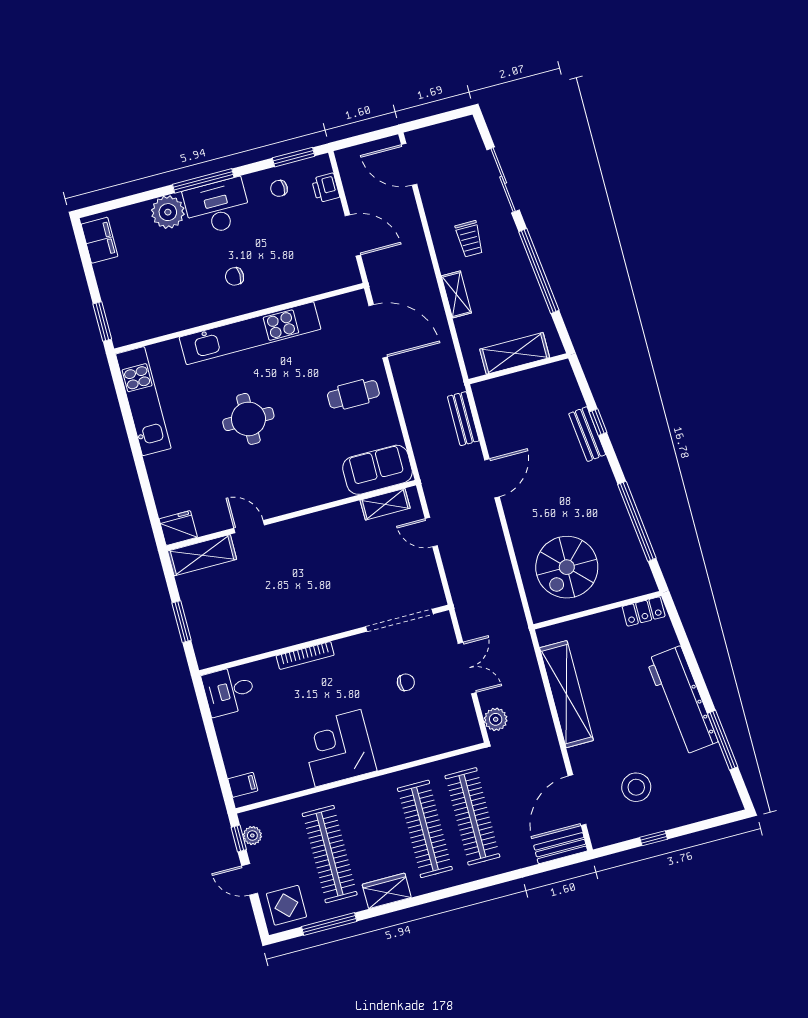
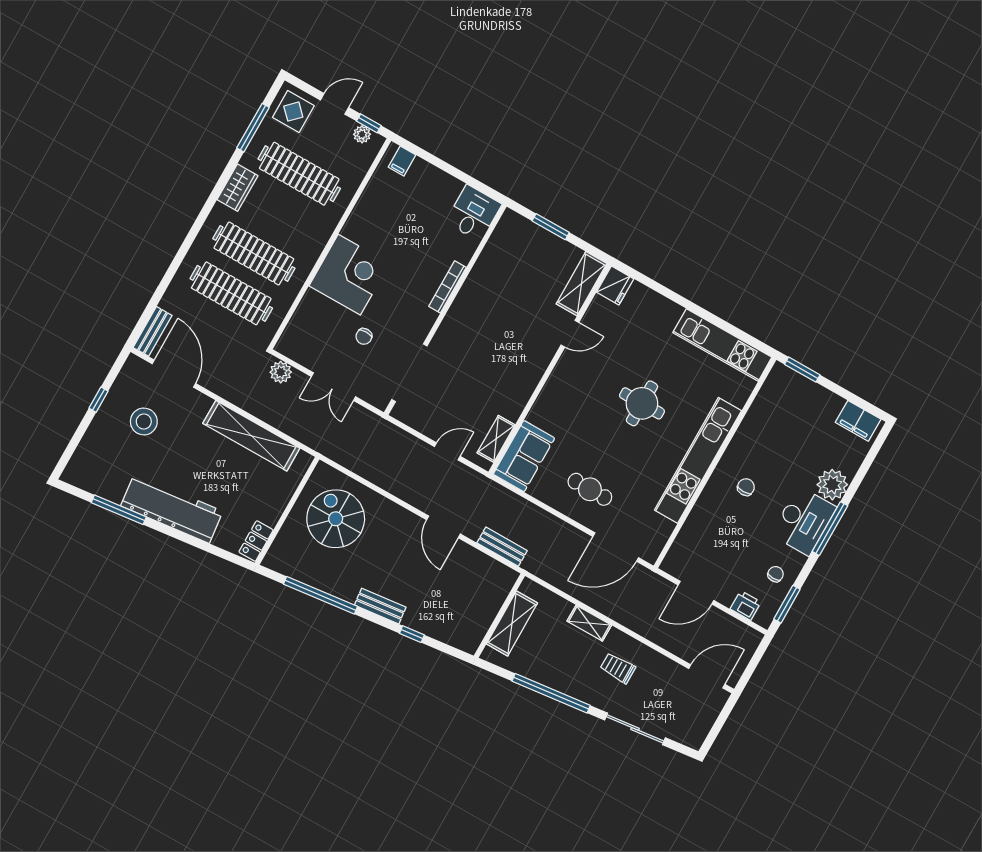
cafe table: (353, 394) -> (590, 489), turned 90
bench: (587, 434) -> (380, 606), moved
corner desk: (338, 748) -> (349, 275), moved

